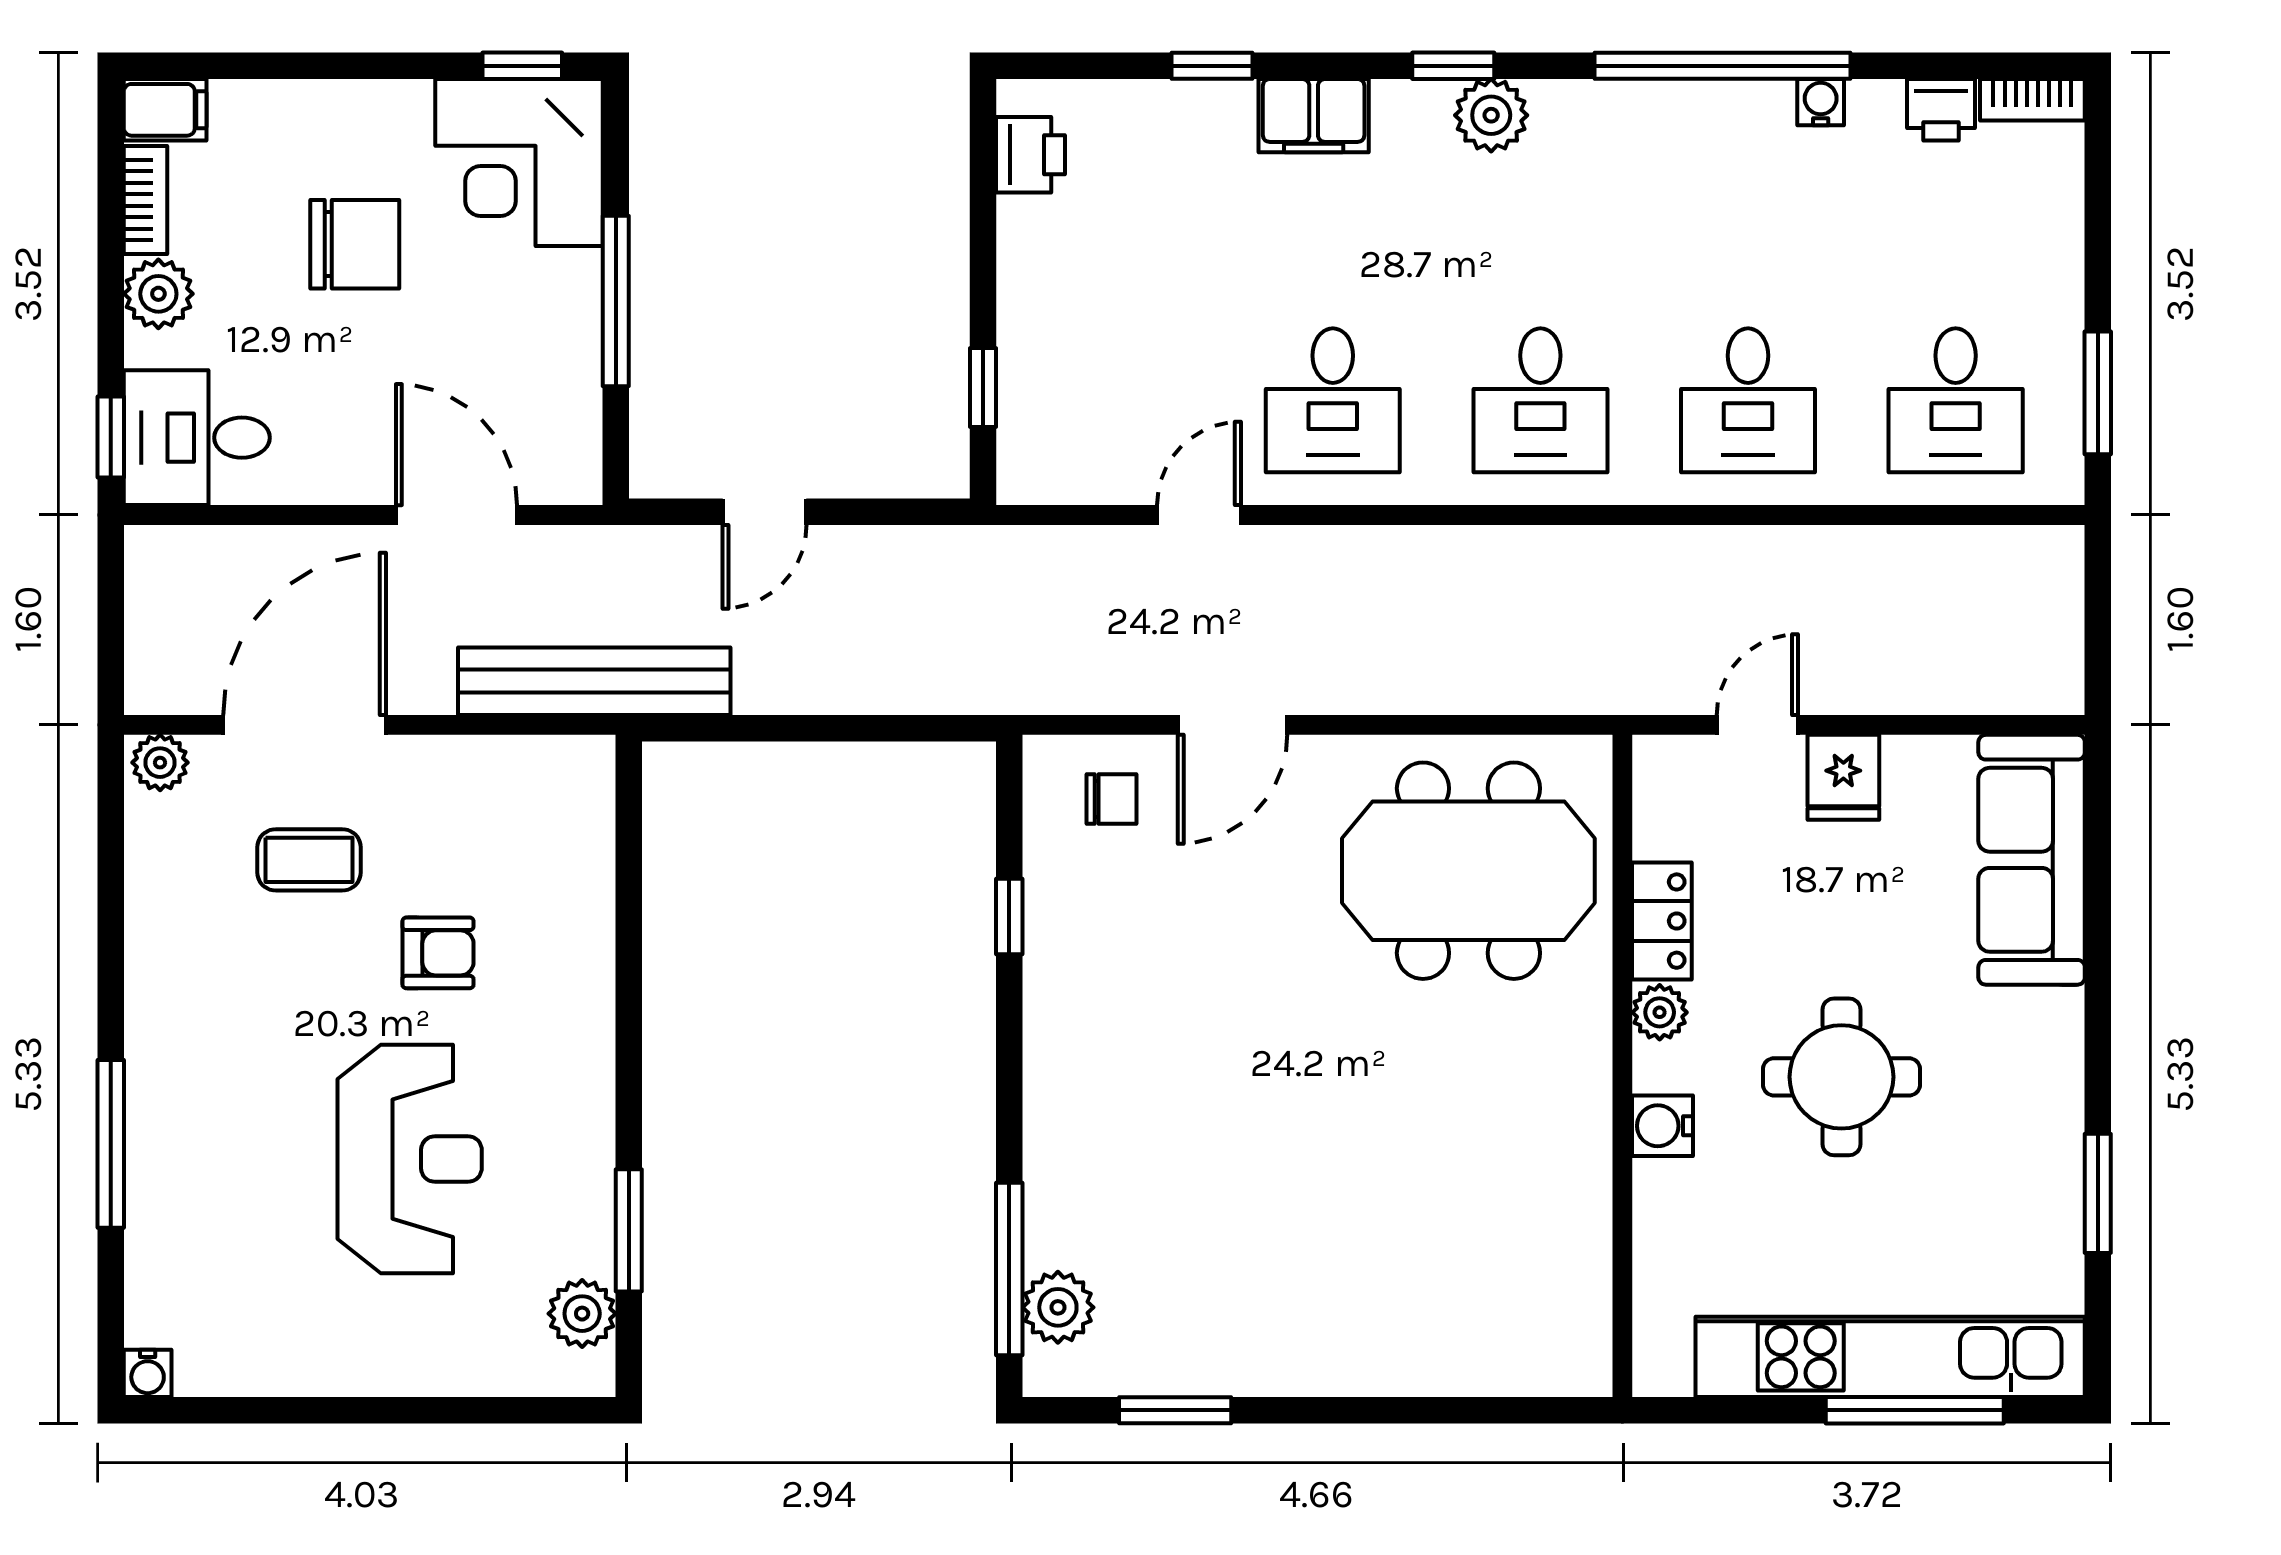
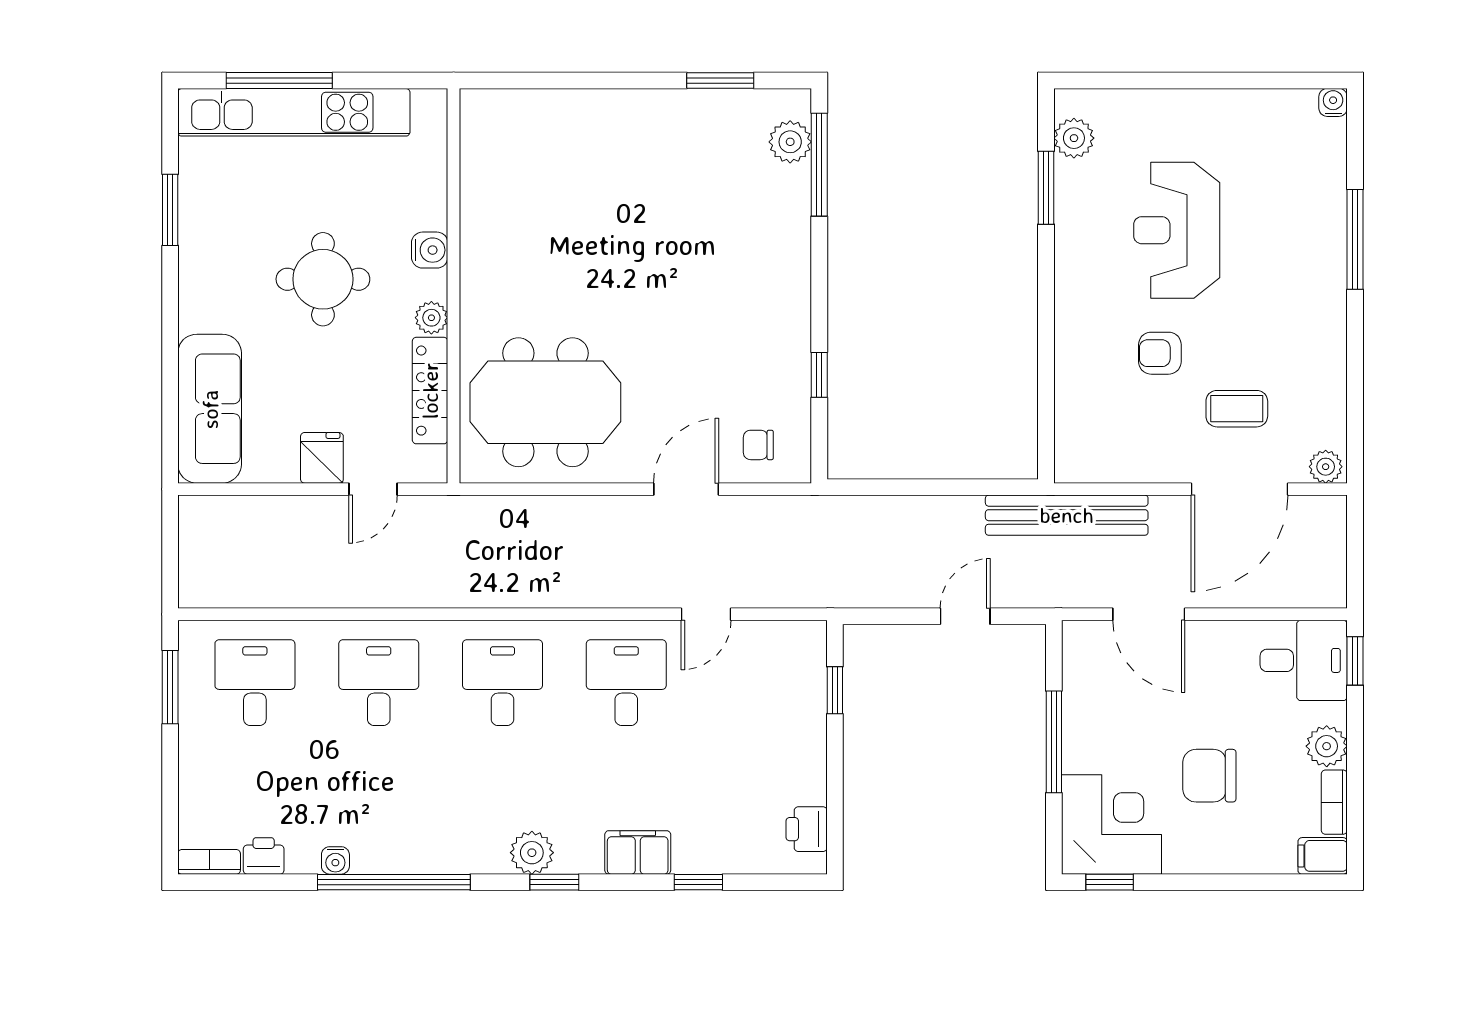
locker: (1662, 921) -> (430, 391), width x1.53

